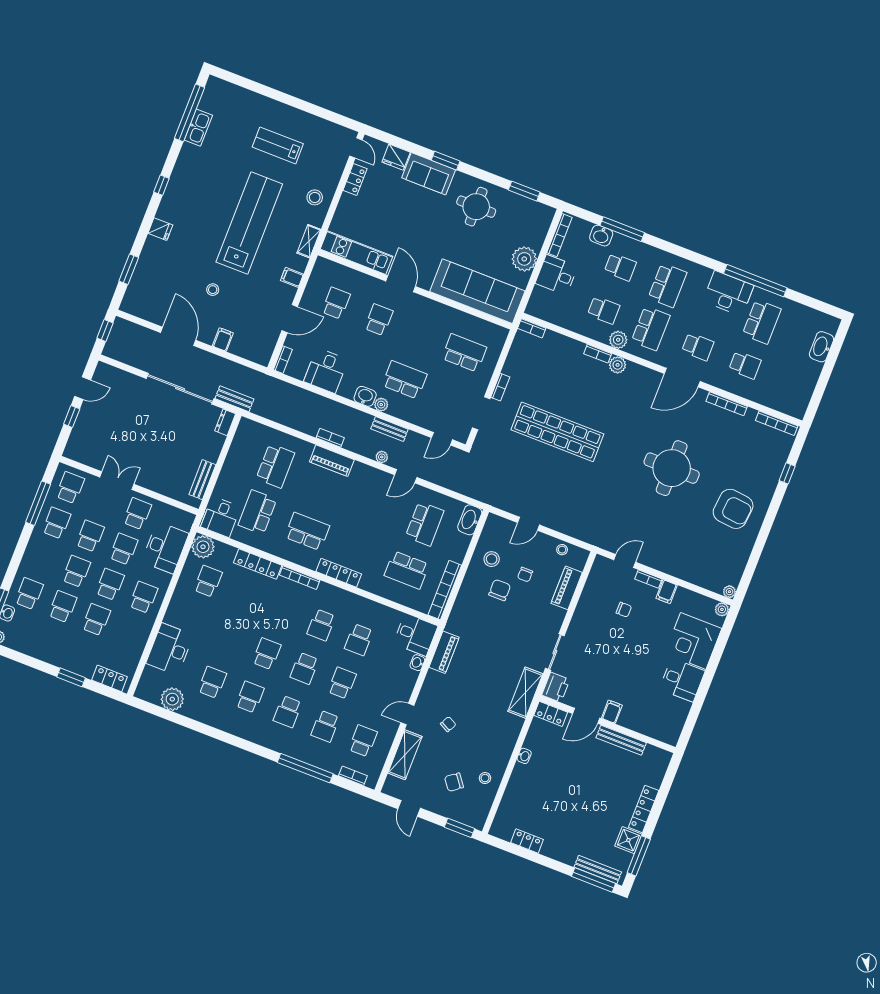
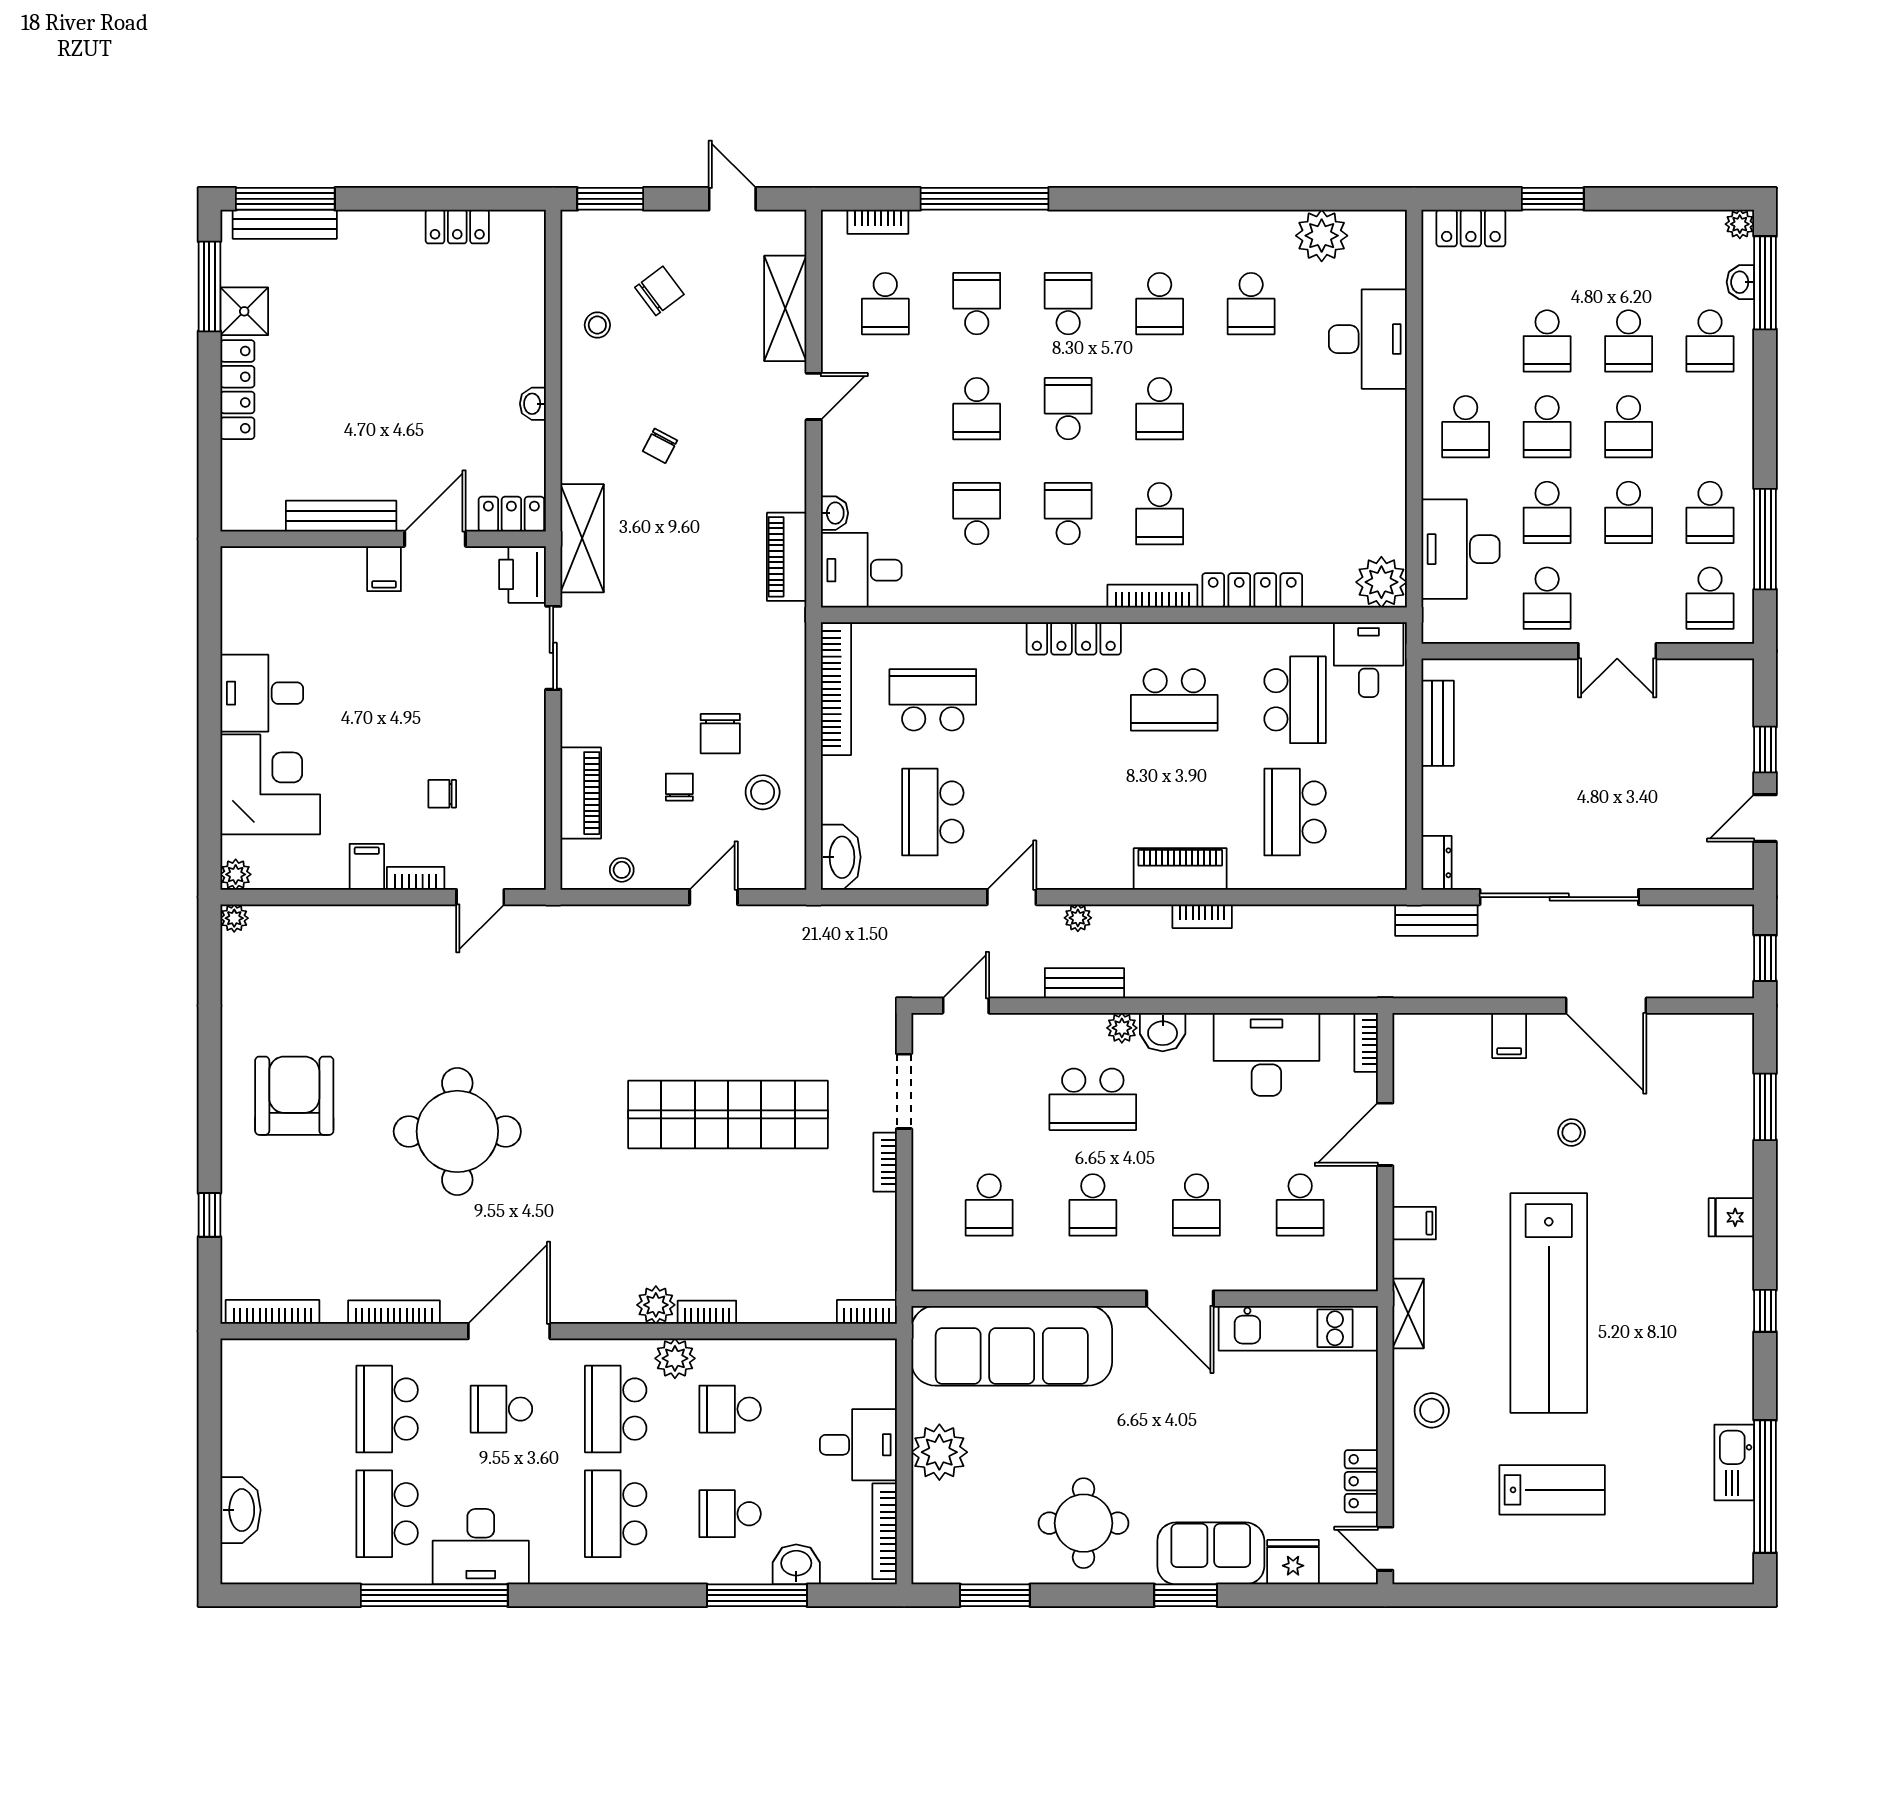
school desk: (421, 336) -> (1093, 1205), added
school desk: (464, 353) -> (989, 1205), width x0.54
school desk: (745, 365) -> (387, 1409), width x1.85
desk: (326, 371) -> (1266, 1054), width x1.37
armchair: (733, 509) -> (294, 1096), turned 84
school desk: (208, 581) -> (1160, 514), moved
chair: (448, 724) -> (660, 446), moved

